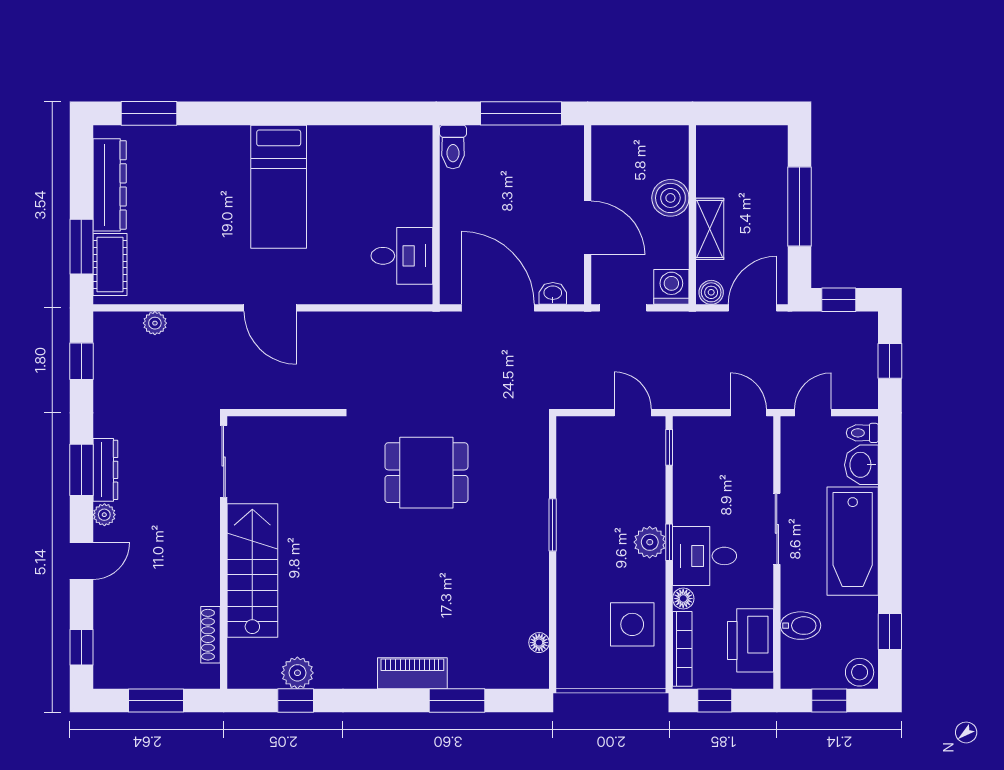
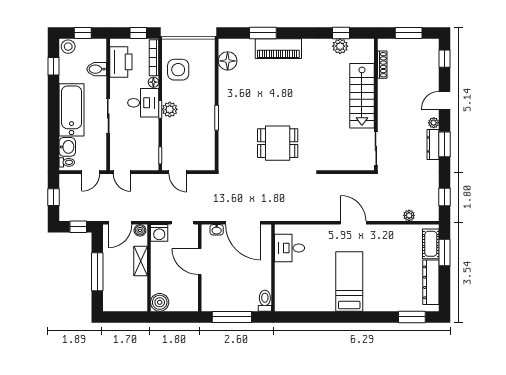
boiler: (670, 198) -> (160, 302), moved
floor lamp: (539, 643) -> (228, 61), width x1.89, depth x1.89
piano: (412, 673) -> (278, 49), width x1.37, depth x1.33

